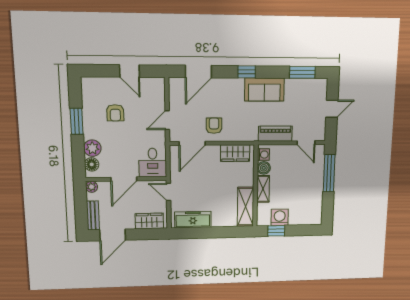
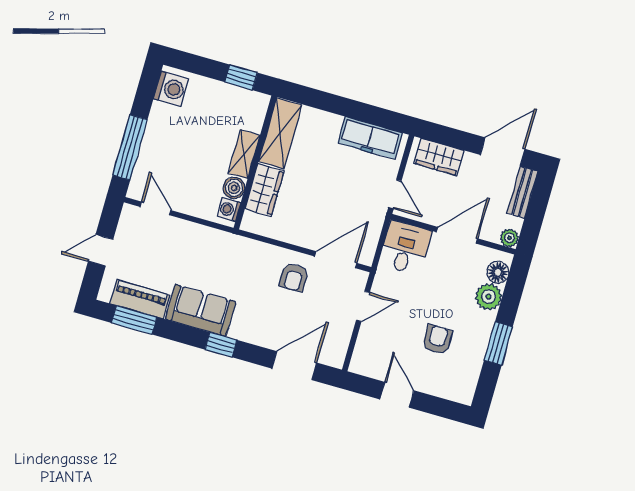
piano: (275, 134) -> (140, 299), moved, turned 180
wardrobe: (235, 153) -> (264, 190), moved, turned 90
washing machine: (280, 217) -> (171, 89), moved, turned -90

